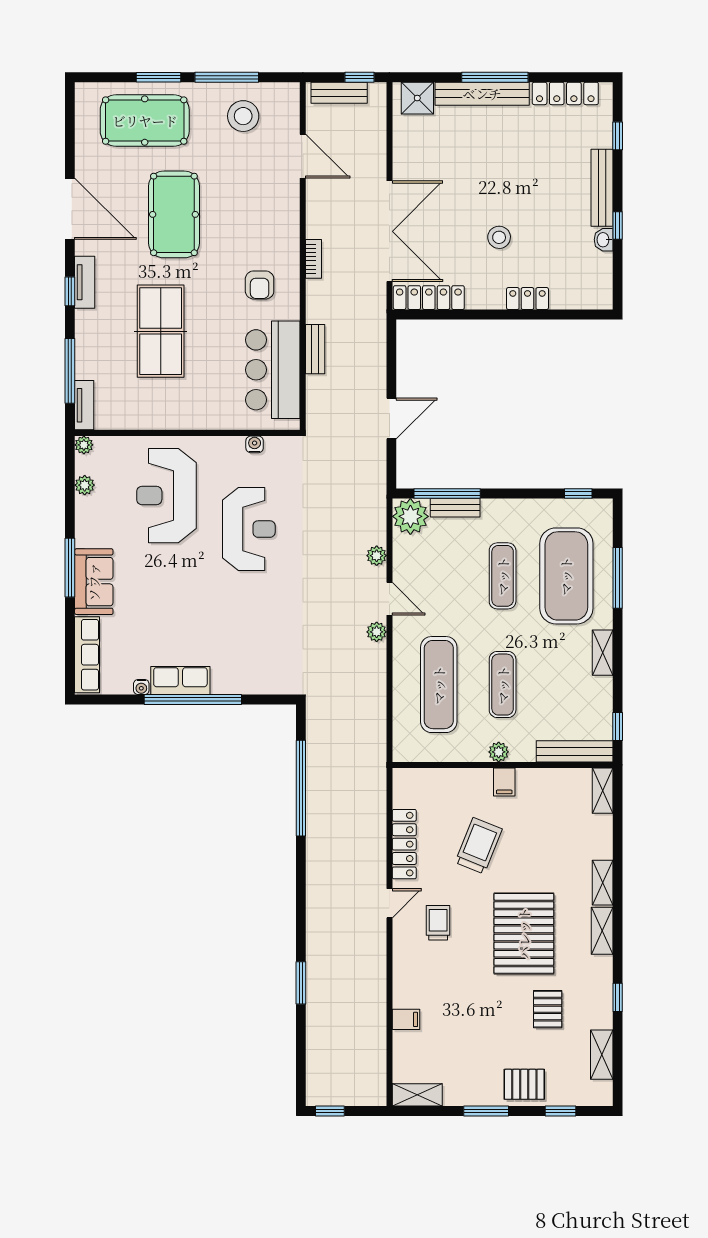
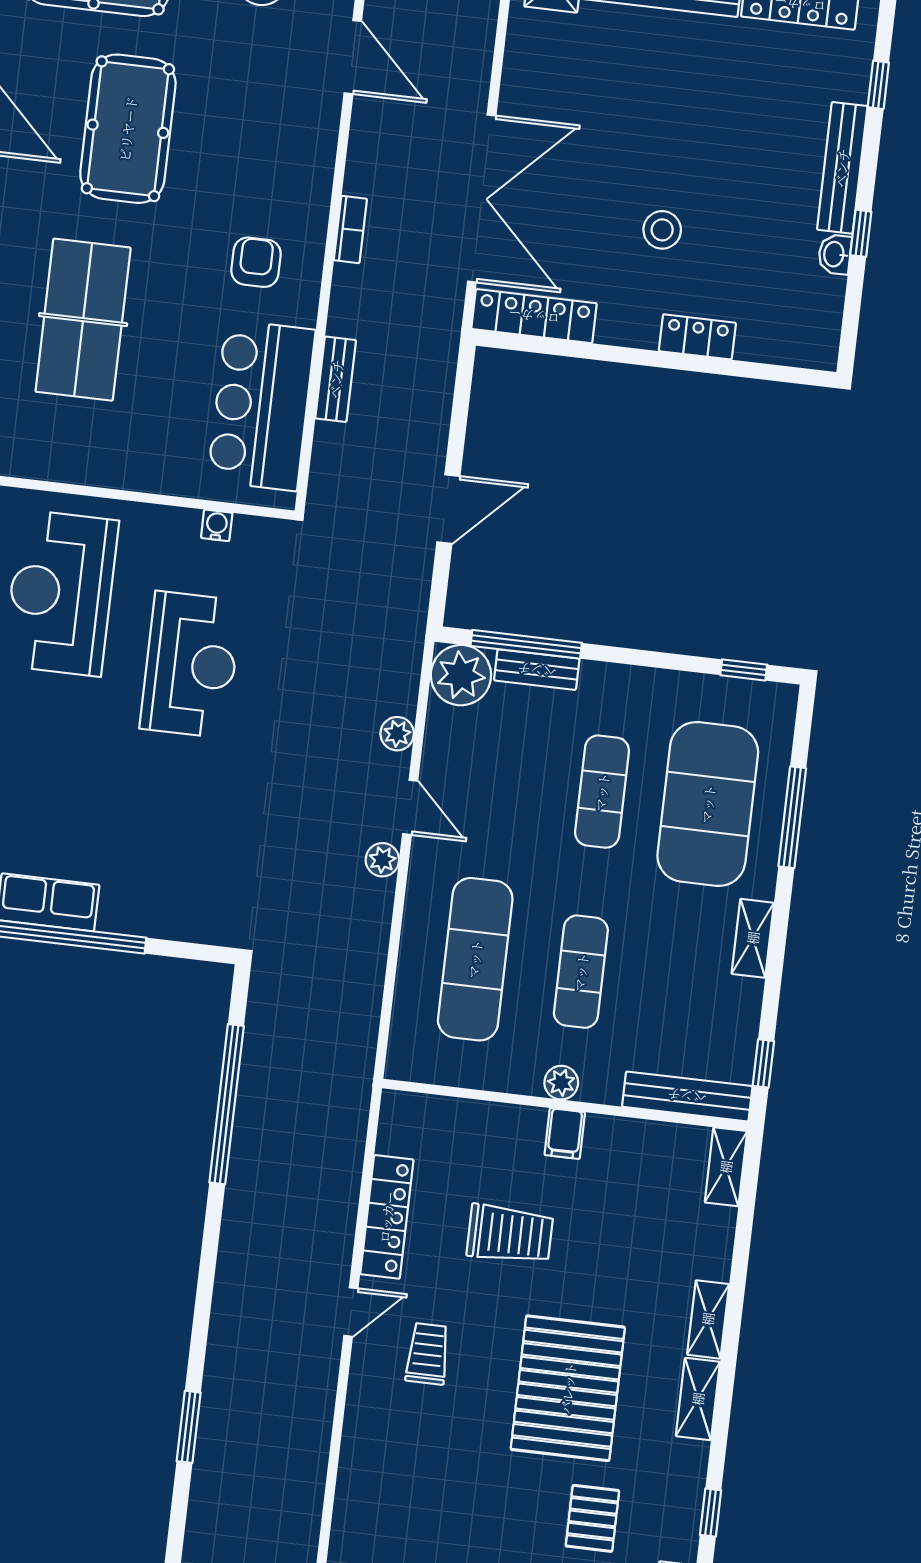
armchair: (260, 285) -> (256, 262), turned 180
trolley: (479, 846) -> (510, 1234), turned 68
filing cabinet: (406, 1019) -> (356, 1508), removed

